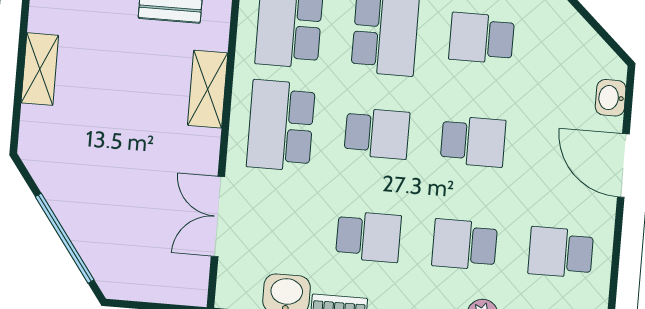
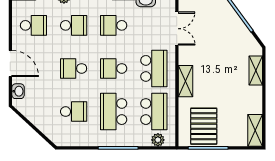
shelving: (40, 69) -> (256, 70), moved

